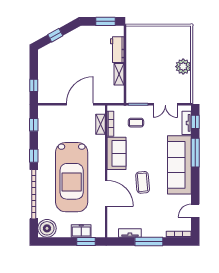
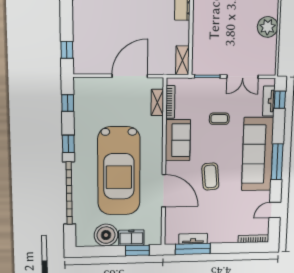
shelving: (119, 74) -> (182, 60), moved
coffee table: (136, 123) -> (219, 119), moved
window: (195, 153) -> (277, 162), moved
boiler: (47, 228) -> (106, 235), moved
window: (149, 242) -> (193, 249), moved

